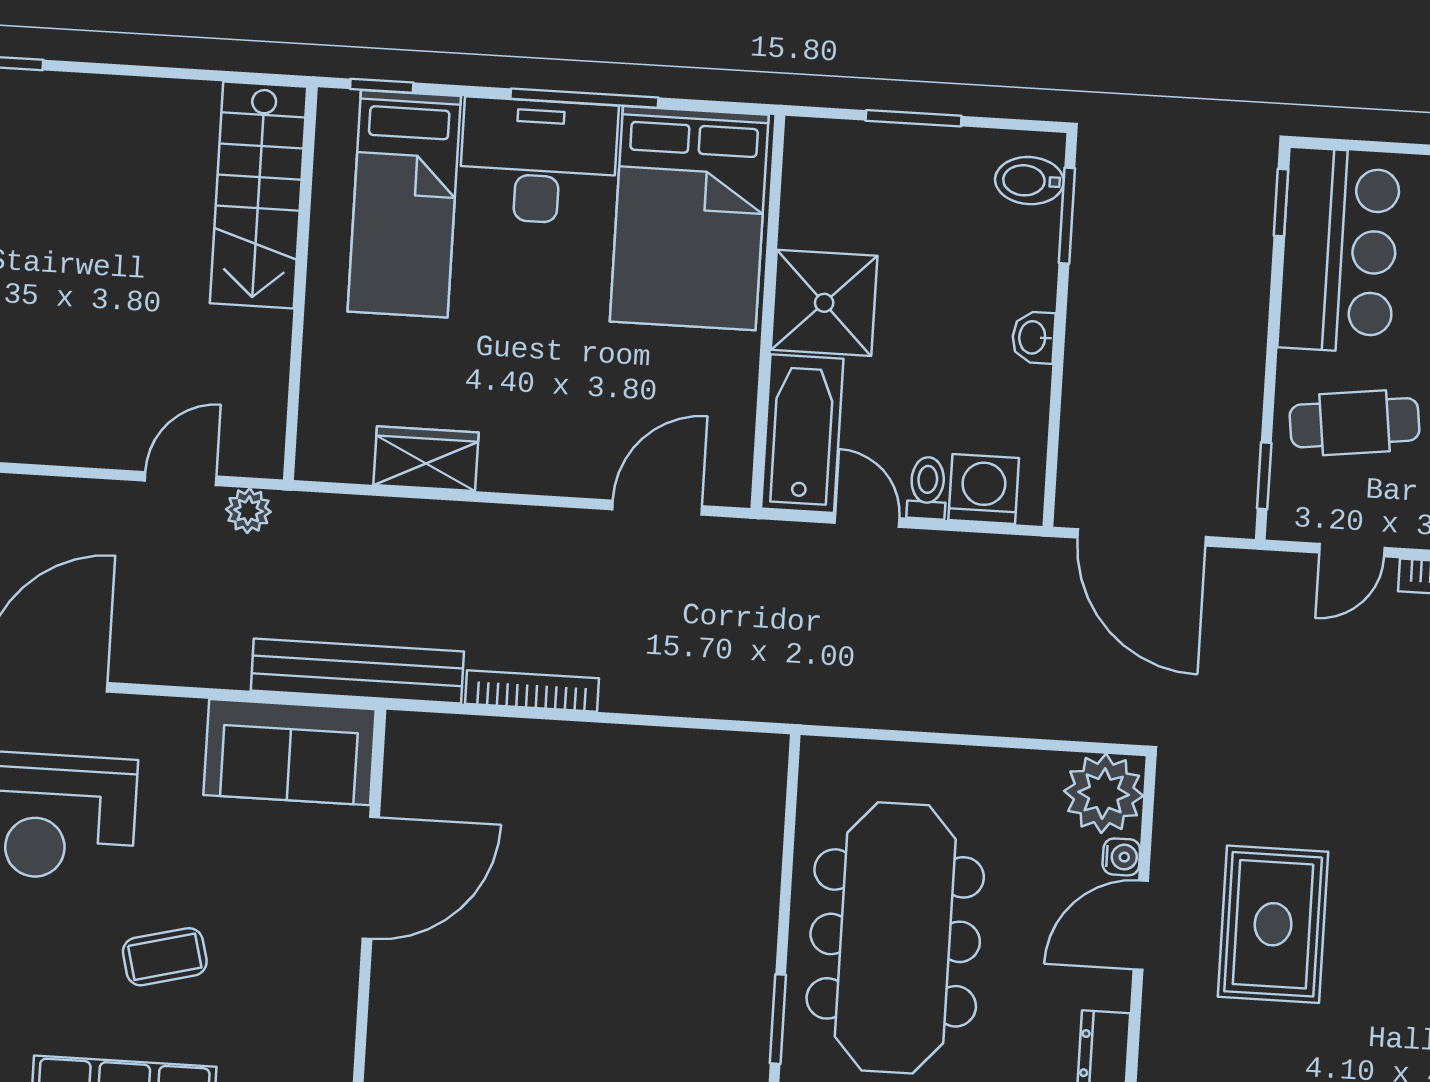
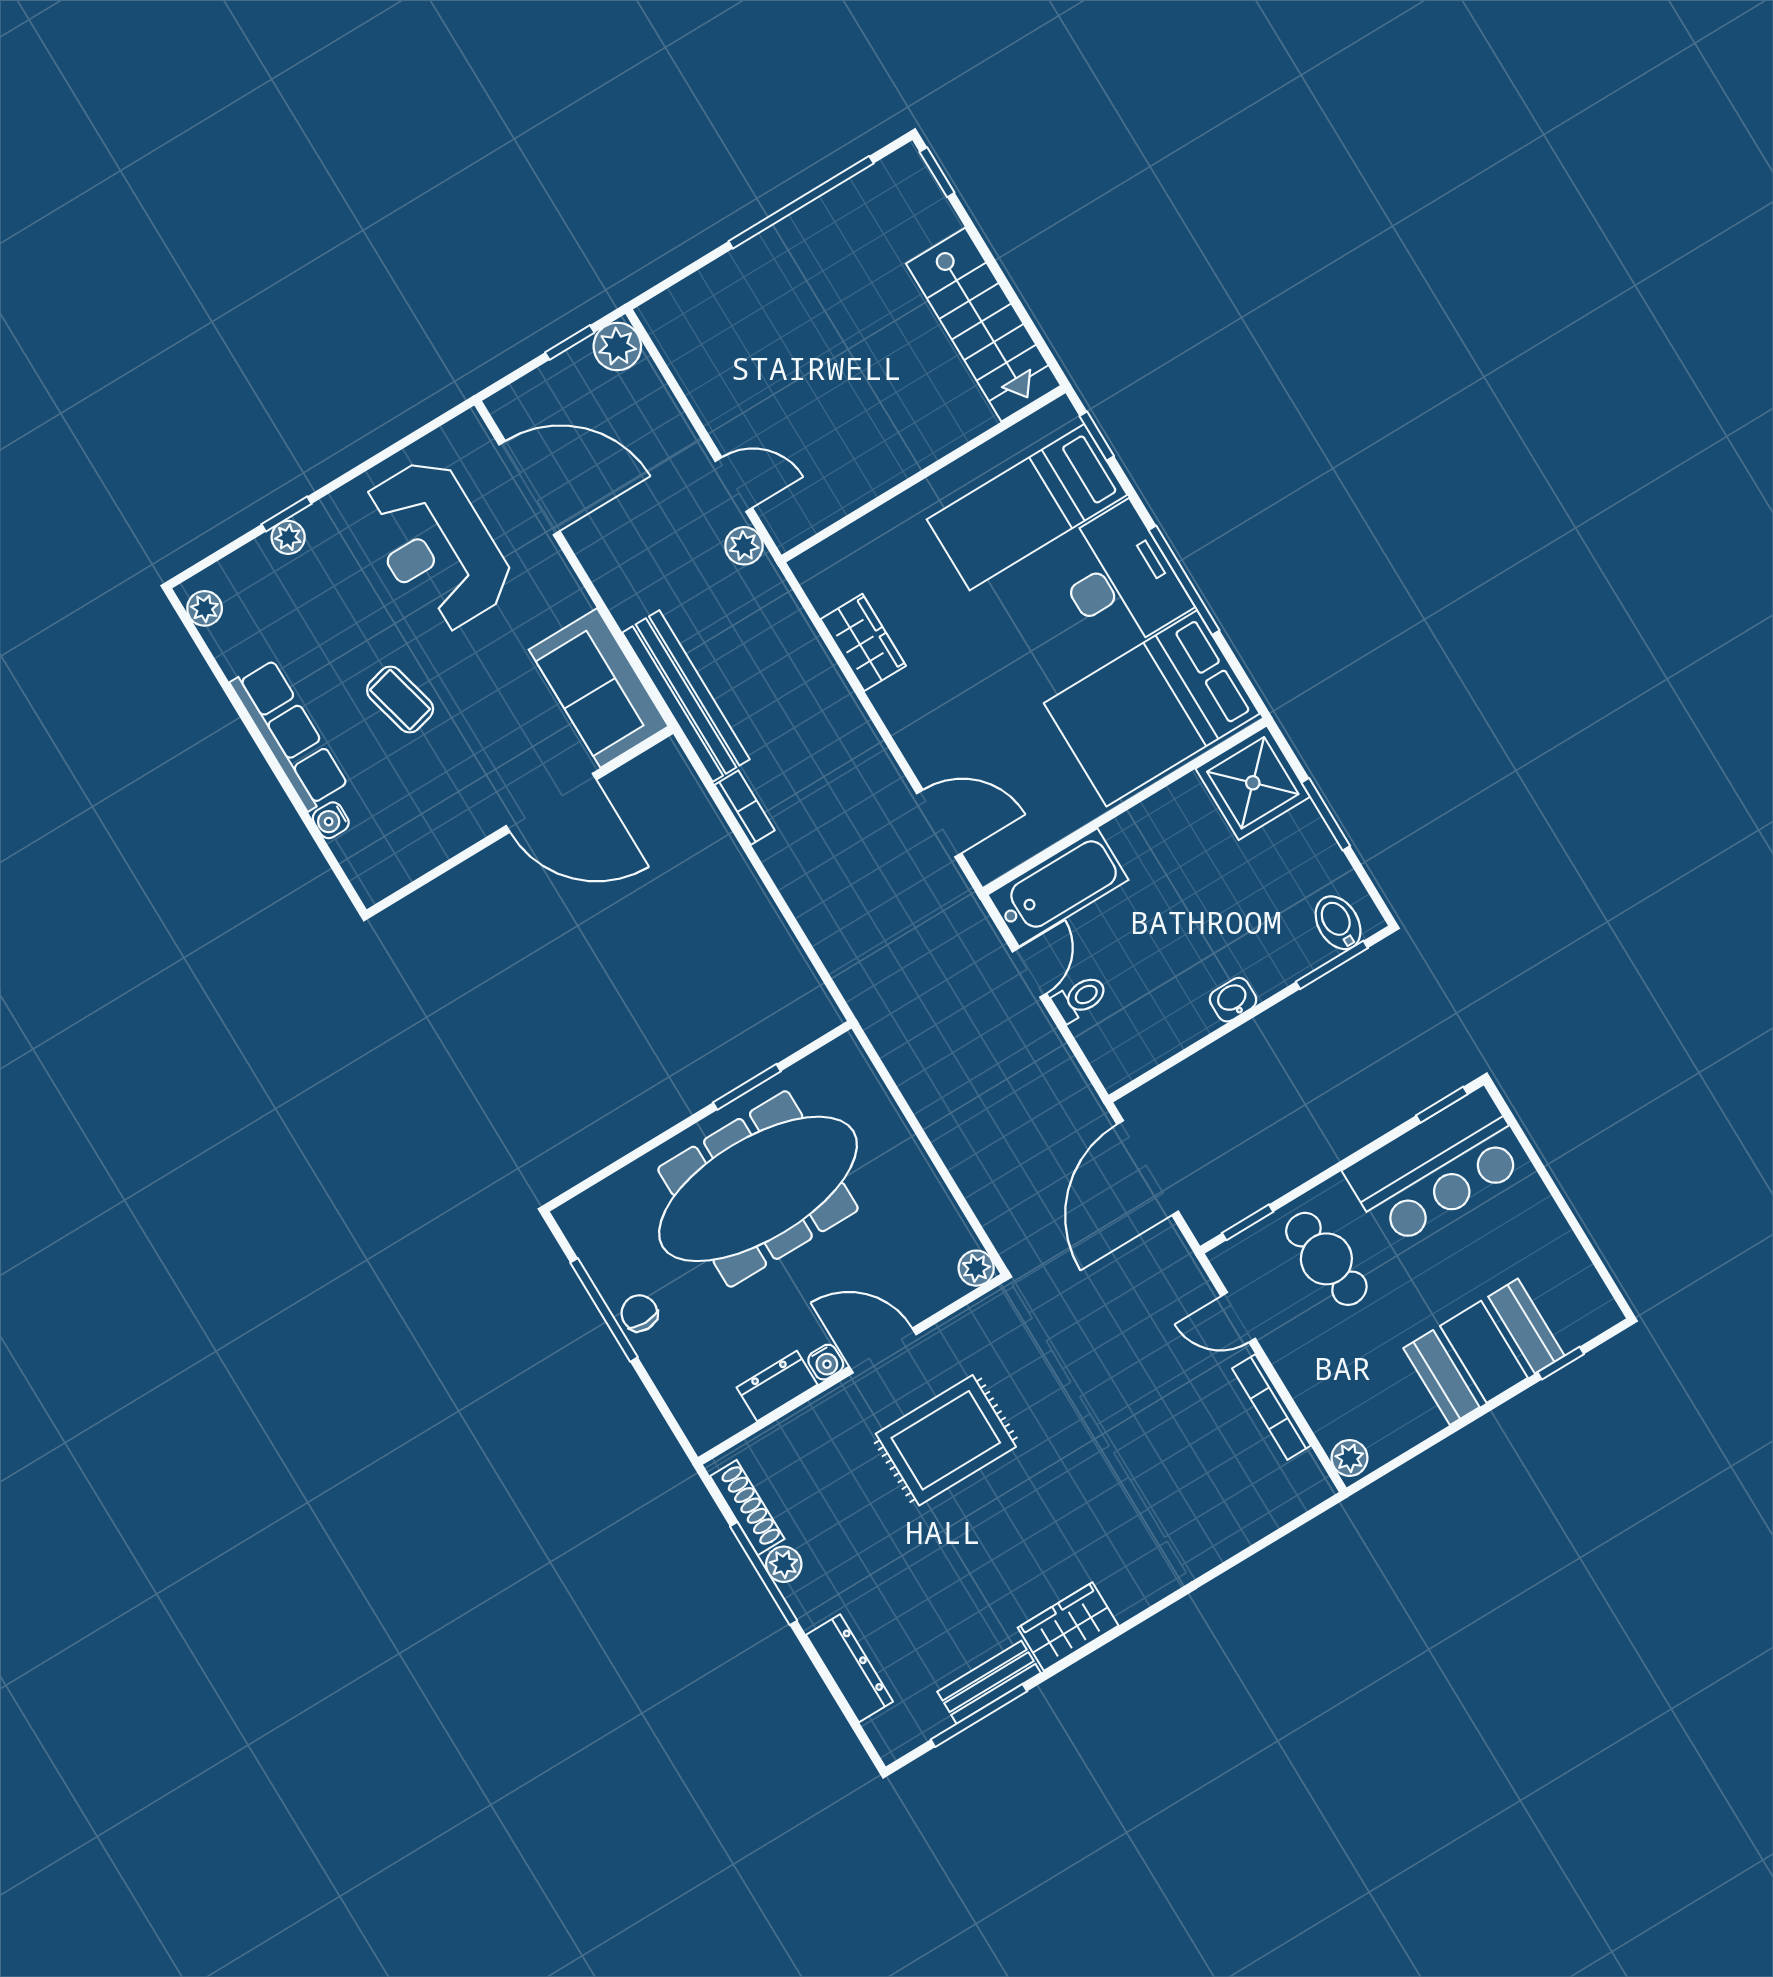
stairs: (258, 195) -> (983, 325), moved, turned -90
shower: (824, 303) -> (1253, 783), moved
washing machine: (984, 489) -> (1106, 1037), removed
bookcase: (532, 691) -> (745, 808), width x0.64
plant: (1104, 793) -> (976, 1268), width x0.53, depth x0.53
water cooler: (1121, 857) -> (826, 1362), moved
window: (778, 1019) -> (747, 1087), moved

